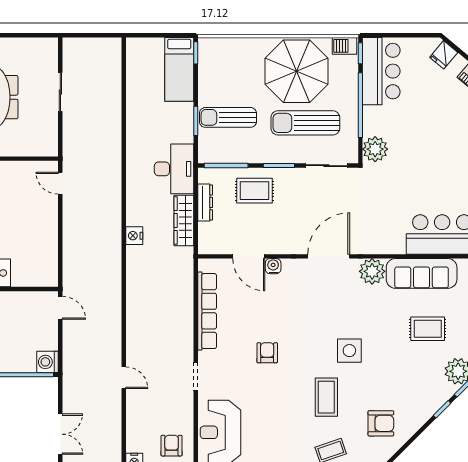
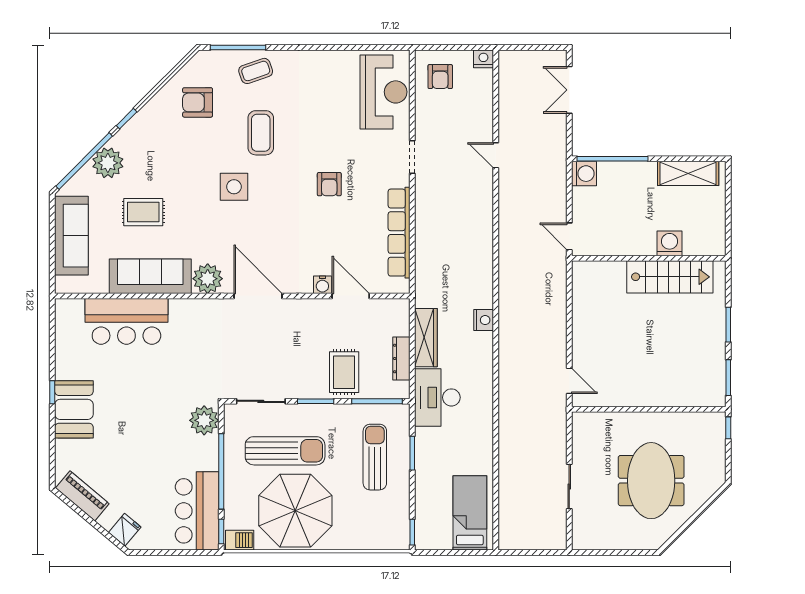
bed: (179, 69) -> (470, 513), moved
sun lounger: (228, 117) -> (375, 457), turned -90
rug: (255, 191) -> (344, 372), turned 90
door: (329, 256) -> (258, 296), swing flipped

